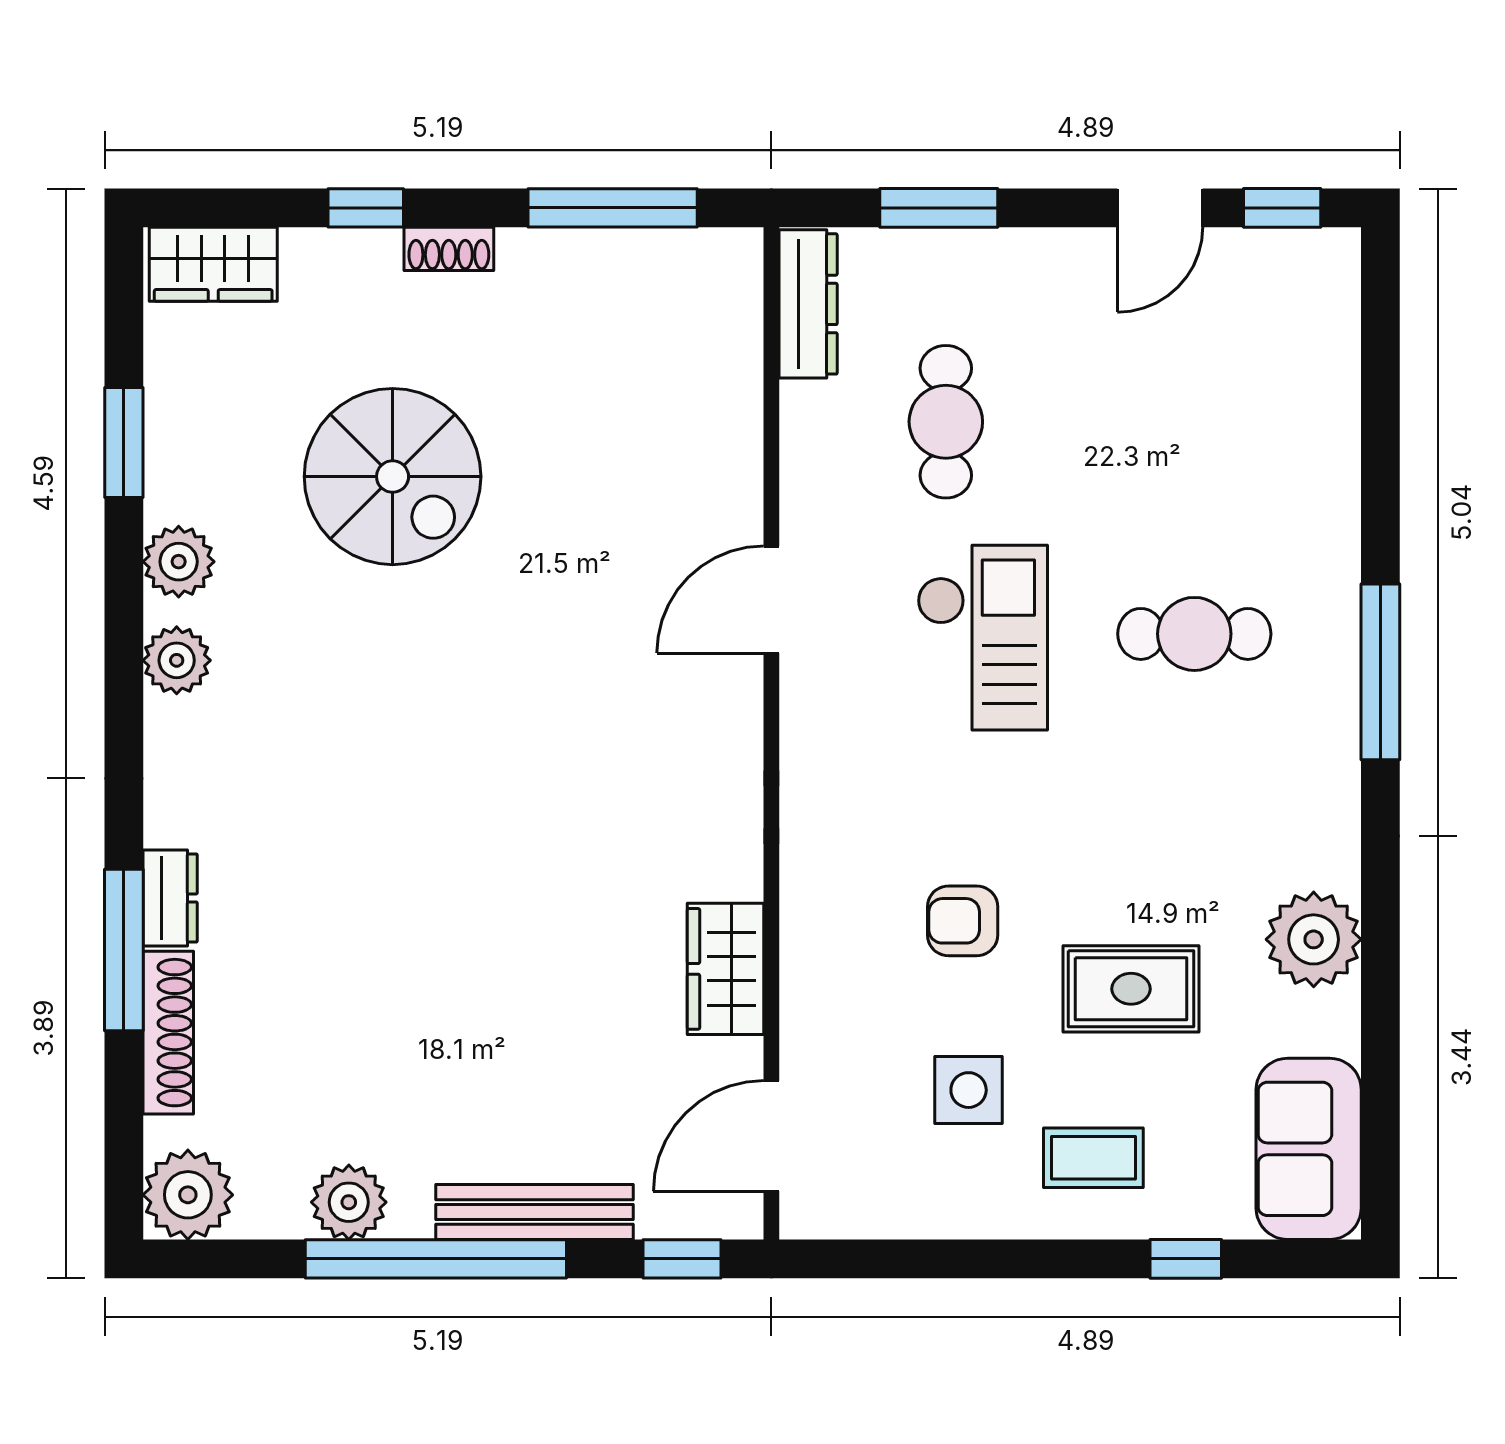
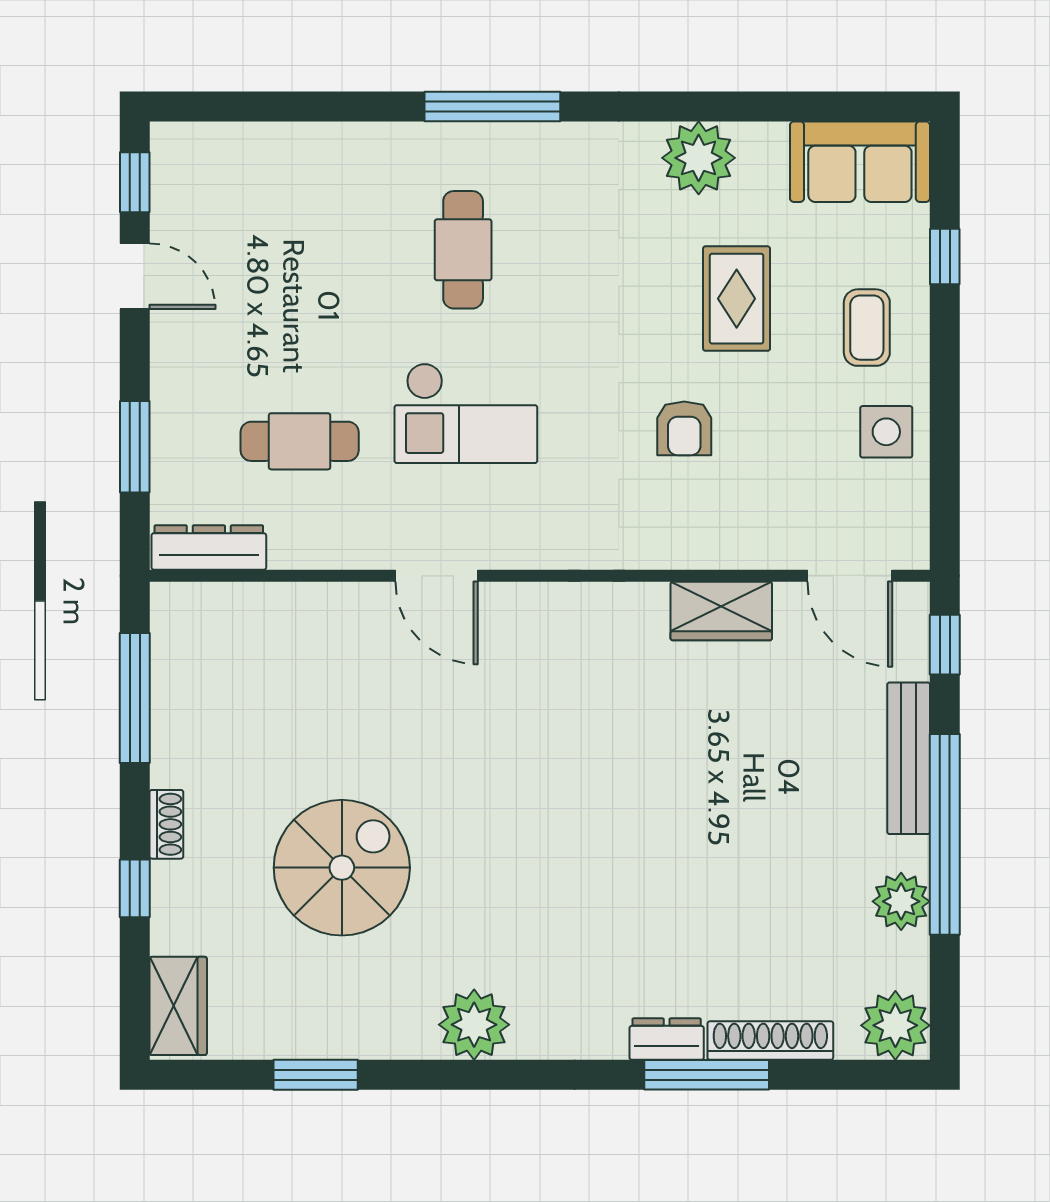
plant: (179, 562) -> (407, 1033), removed
checkout: (982, 638) -> (466, 413), turned 180
plant: (177, 660) -> (474, 1025), width x1.36, depth x1.36
side table: (969, 1090) -> (886, 432), moved

